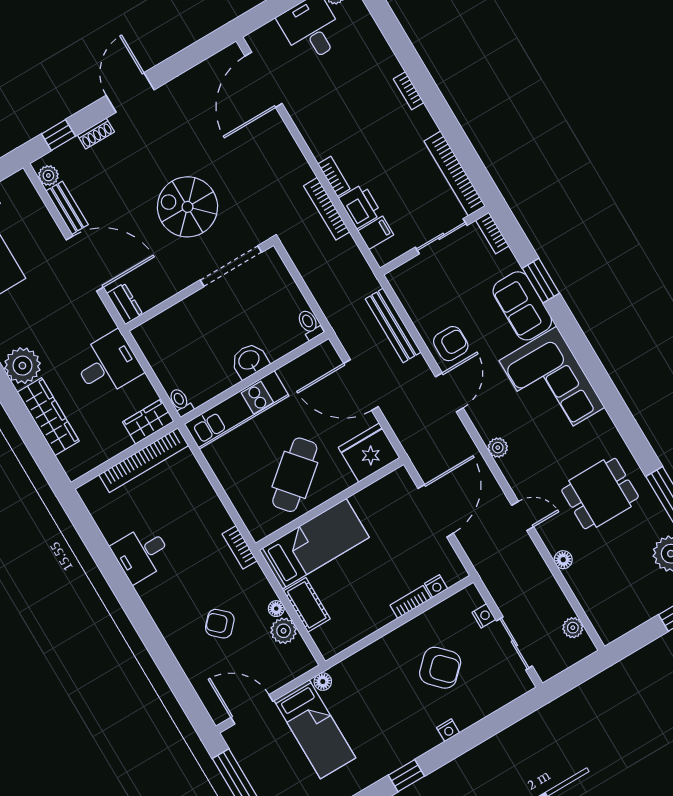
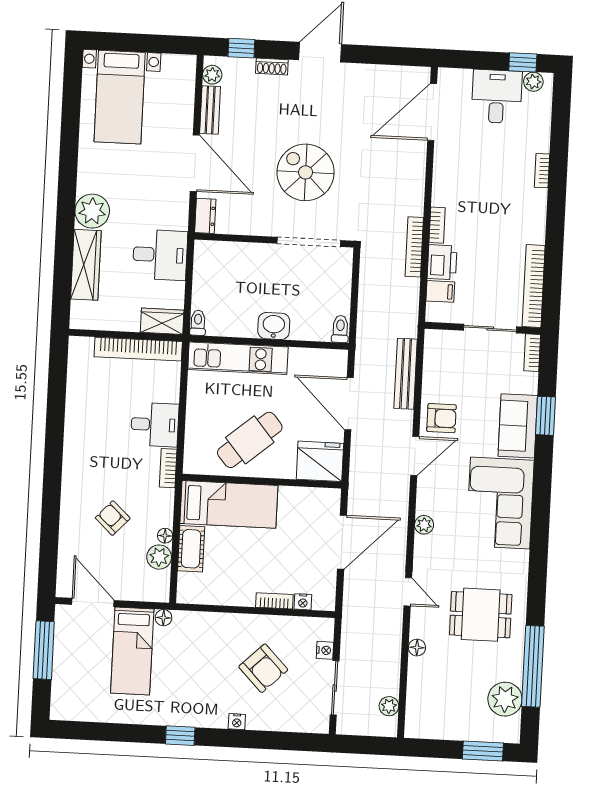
bookcase: (409, 91) -> (542, 171), moved
desk: (142, 554) -> (155, 425), moved, turned 180

